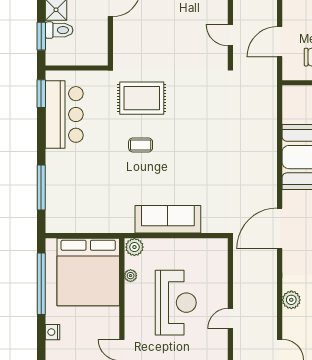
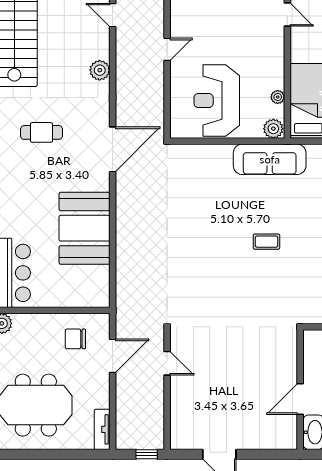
rug: (142, 98) -> (265, 294), removed
sofa: (168, 219) -> (270, 159), moved
reception desk: (176, 303) -> (217, 101), moved

